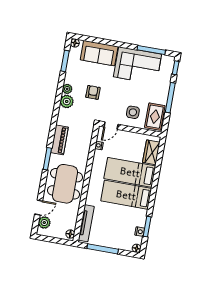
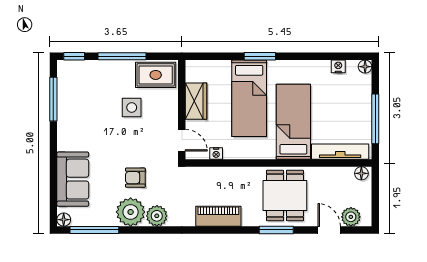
window: (65, 61) -> (94, 230), width x1.44
corner sofa: (137, 66) -> (81, 116), removed
plant: (67, 89) -> (131, 212), width x1.87, depth x1.87
side table: (133, 112) -> (132, 107), moved
wardrobe: (151, 152) -> (196, 101), moved, turned -90
window: (47, 159) -> (276, 230), moved
dining table: (65, 184) -> (285, 196), width x0.73
bed: (126, 195) -> (293, 122), moved, turned 180
window: (147, 227) -> (260, 56), moved

